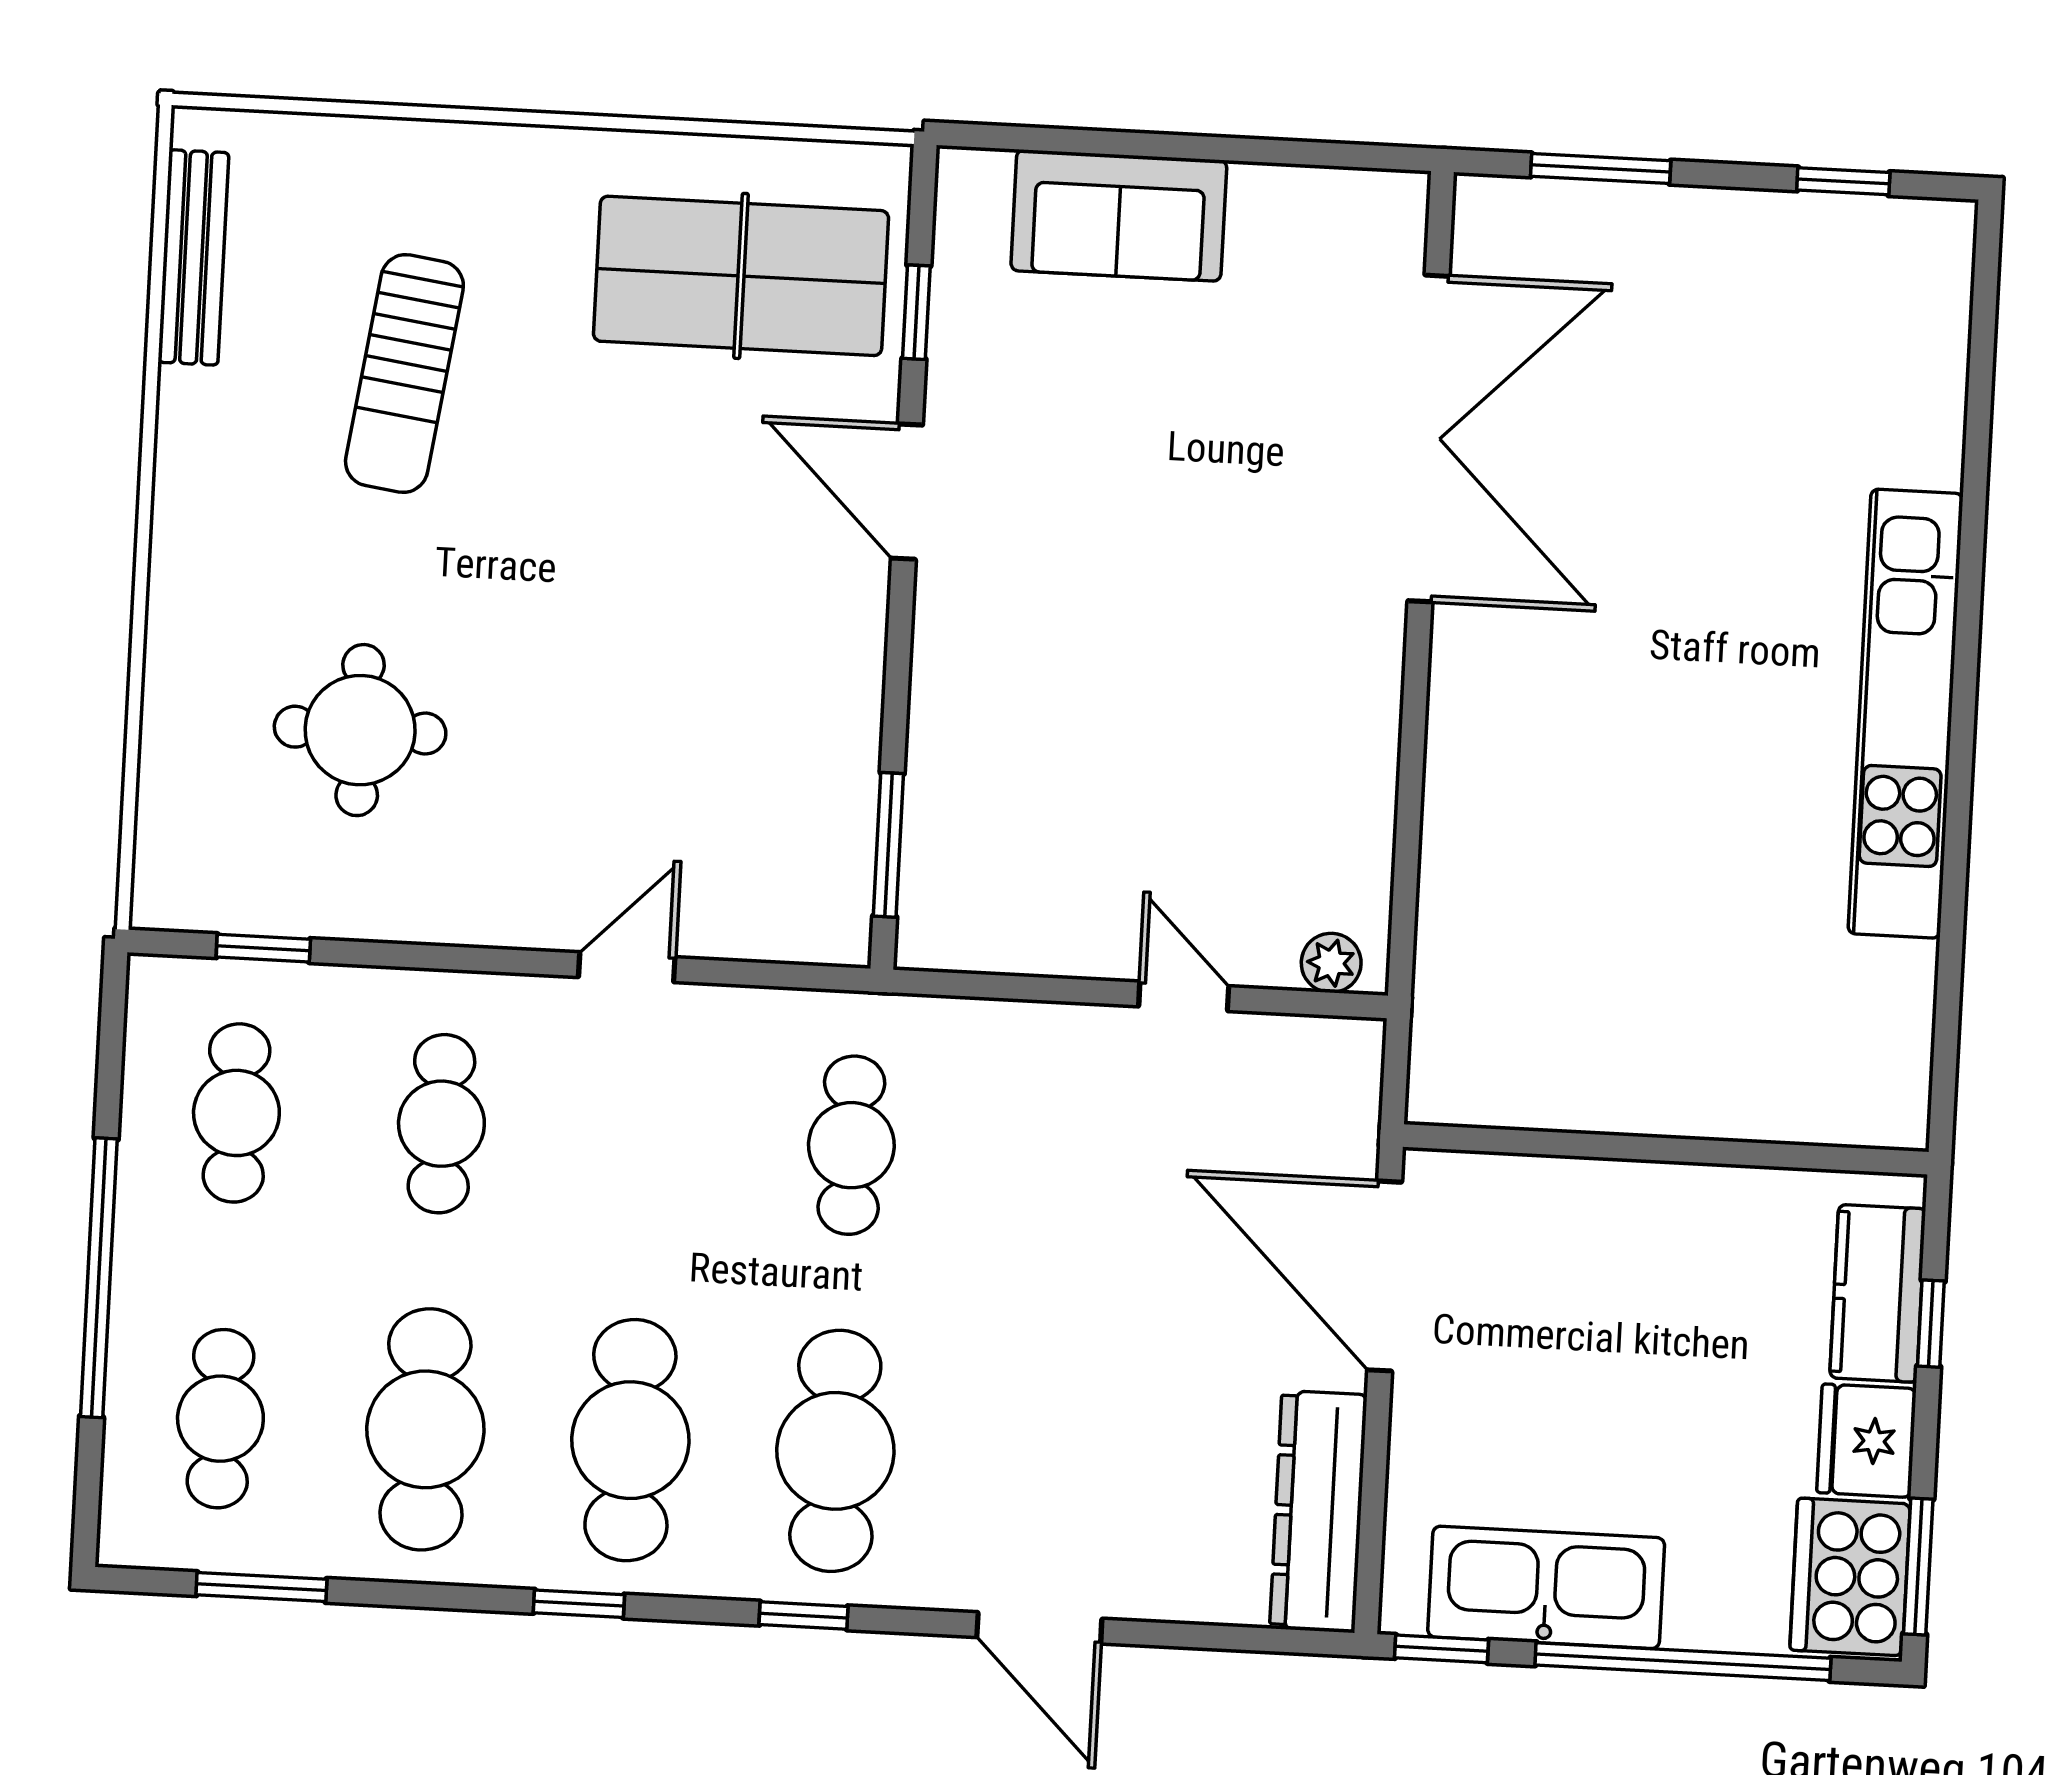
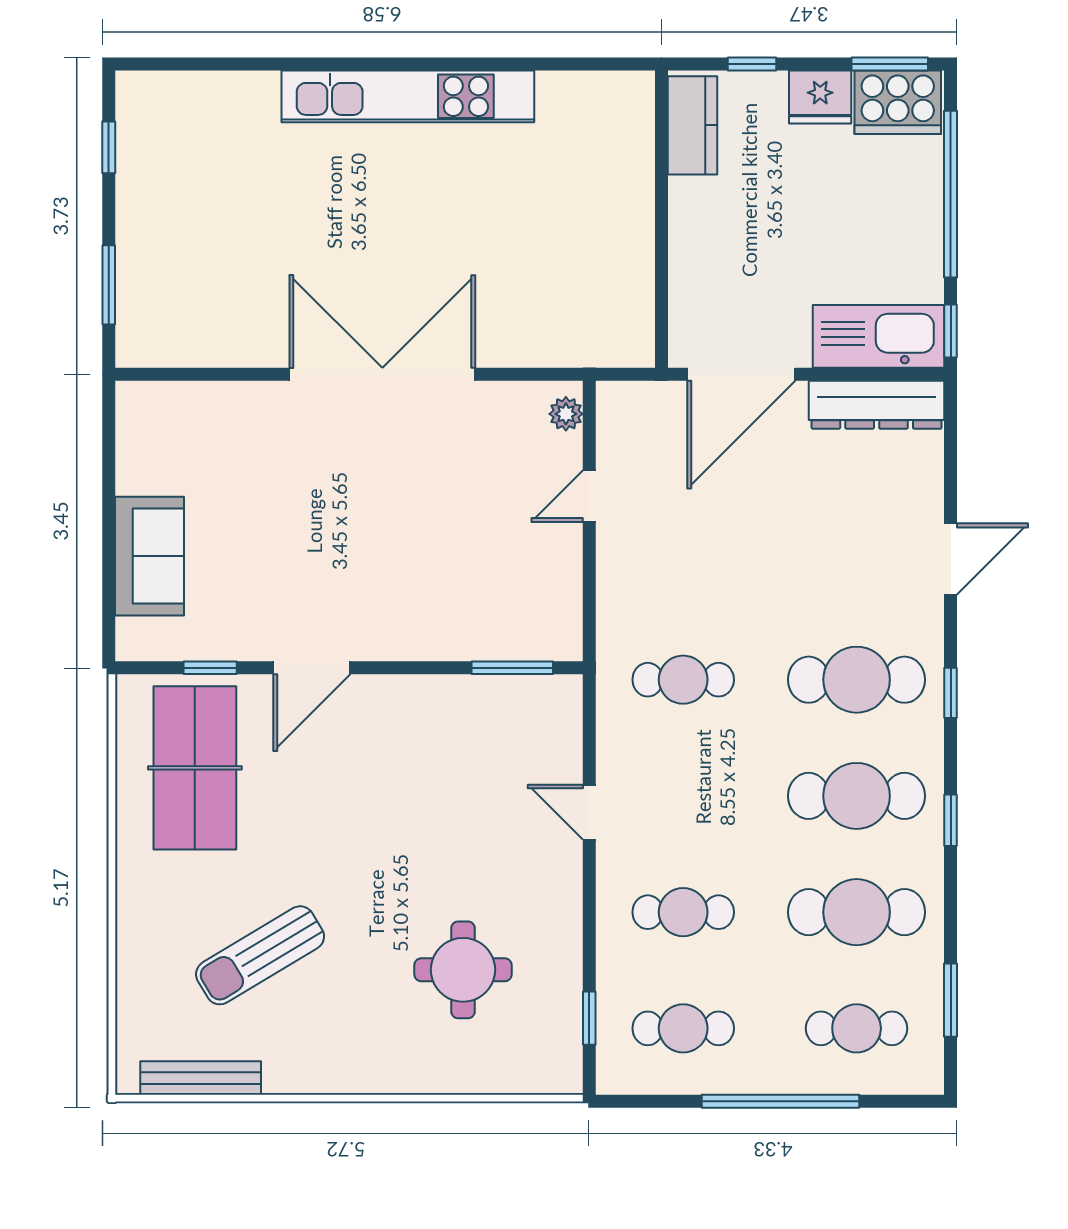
sun lounger: (404, 374) -> (260, 955), turned 141
double door: (1428, 438) -> (382, 374), moved
kitchen counter: (1878, 1293) -> (692, 125), moved, turned -90
kitchen sink: (1546, 1587) -> (879, 336), moved, turned 90

